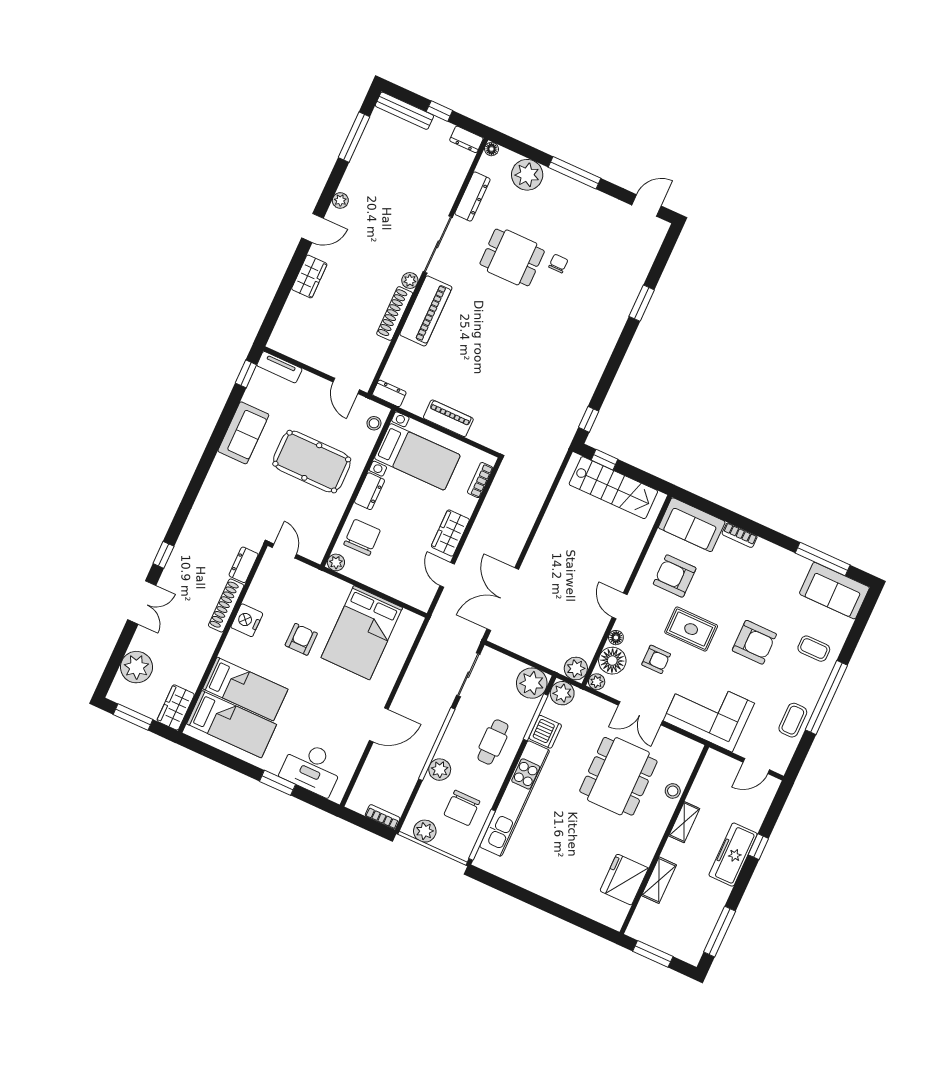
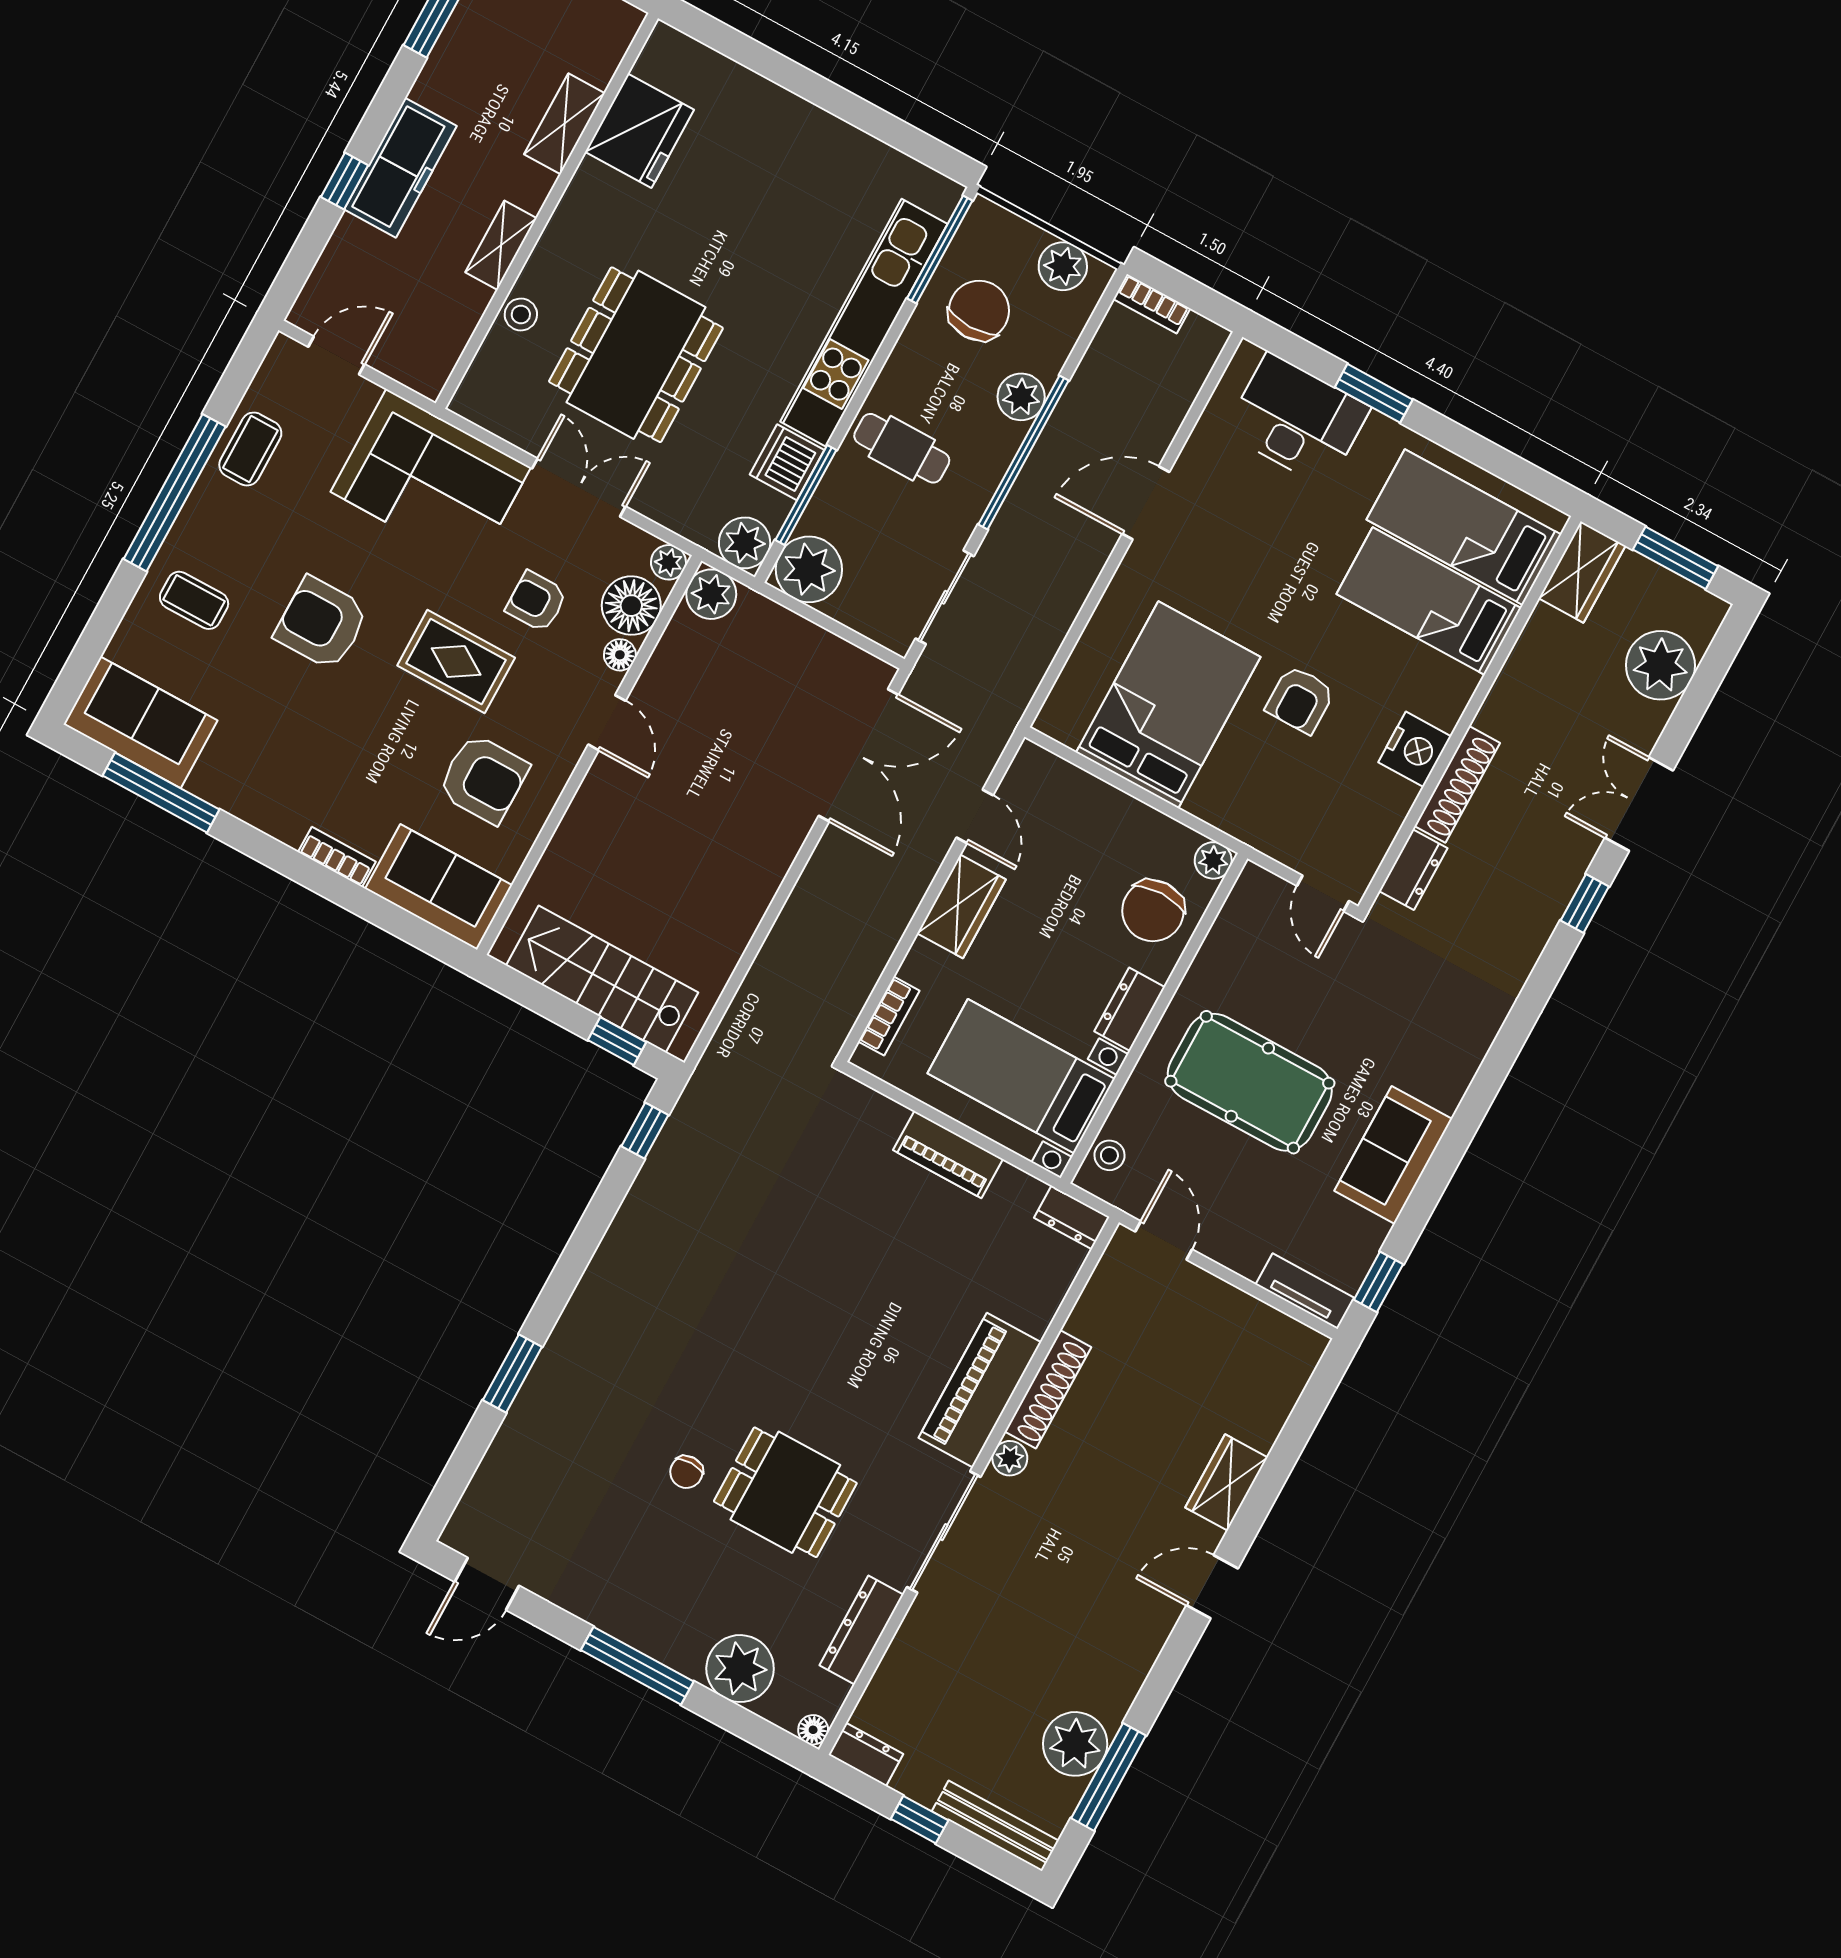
plant: (340, 200) -> (1075, 1744), moved, width x1.88, depth x1.88
cafe table: (493, 742) -> (902, 448), turned 90

